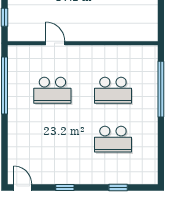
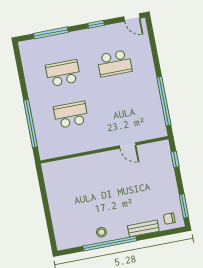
school desk: (52, 90) -> (115, 63), moved, turned 180
window: (118, 187) -> (51, 33), width x2.17

